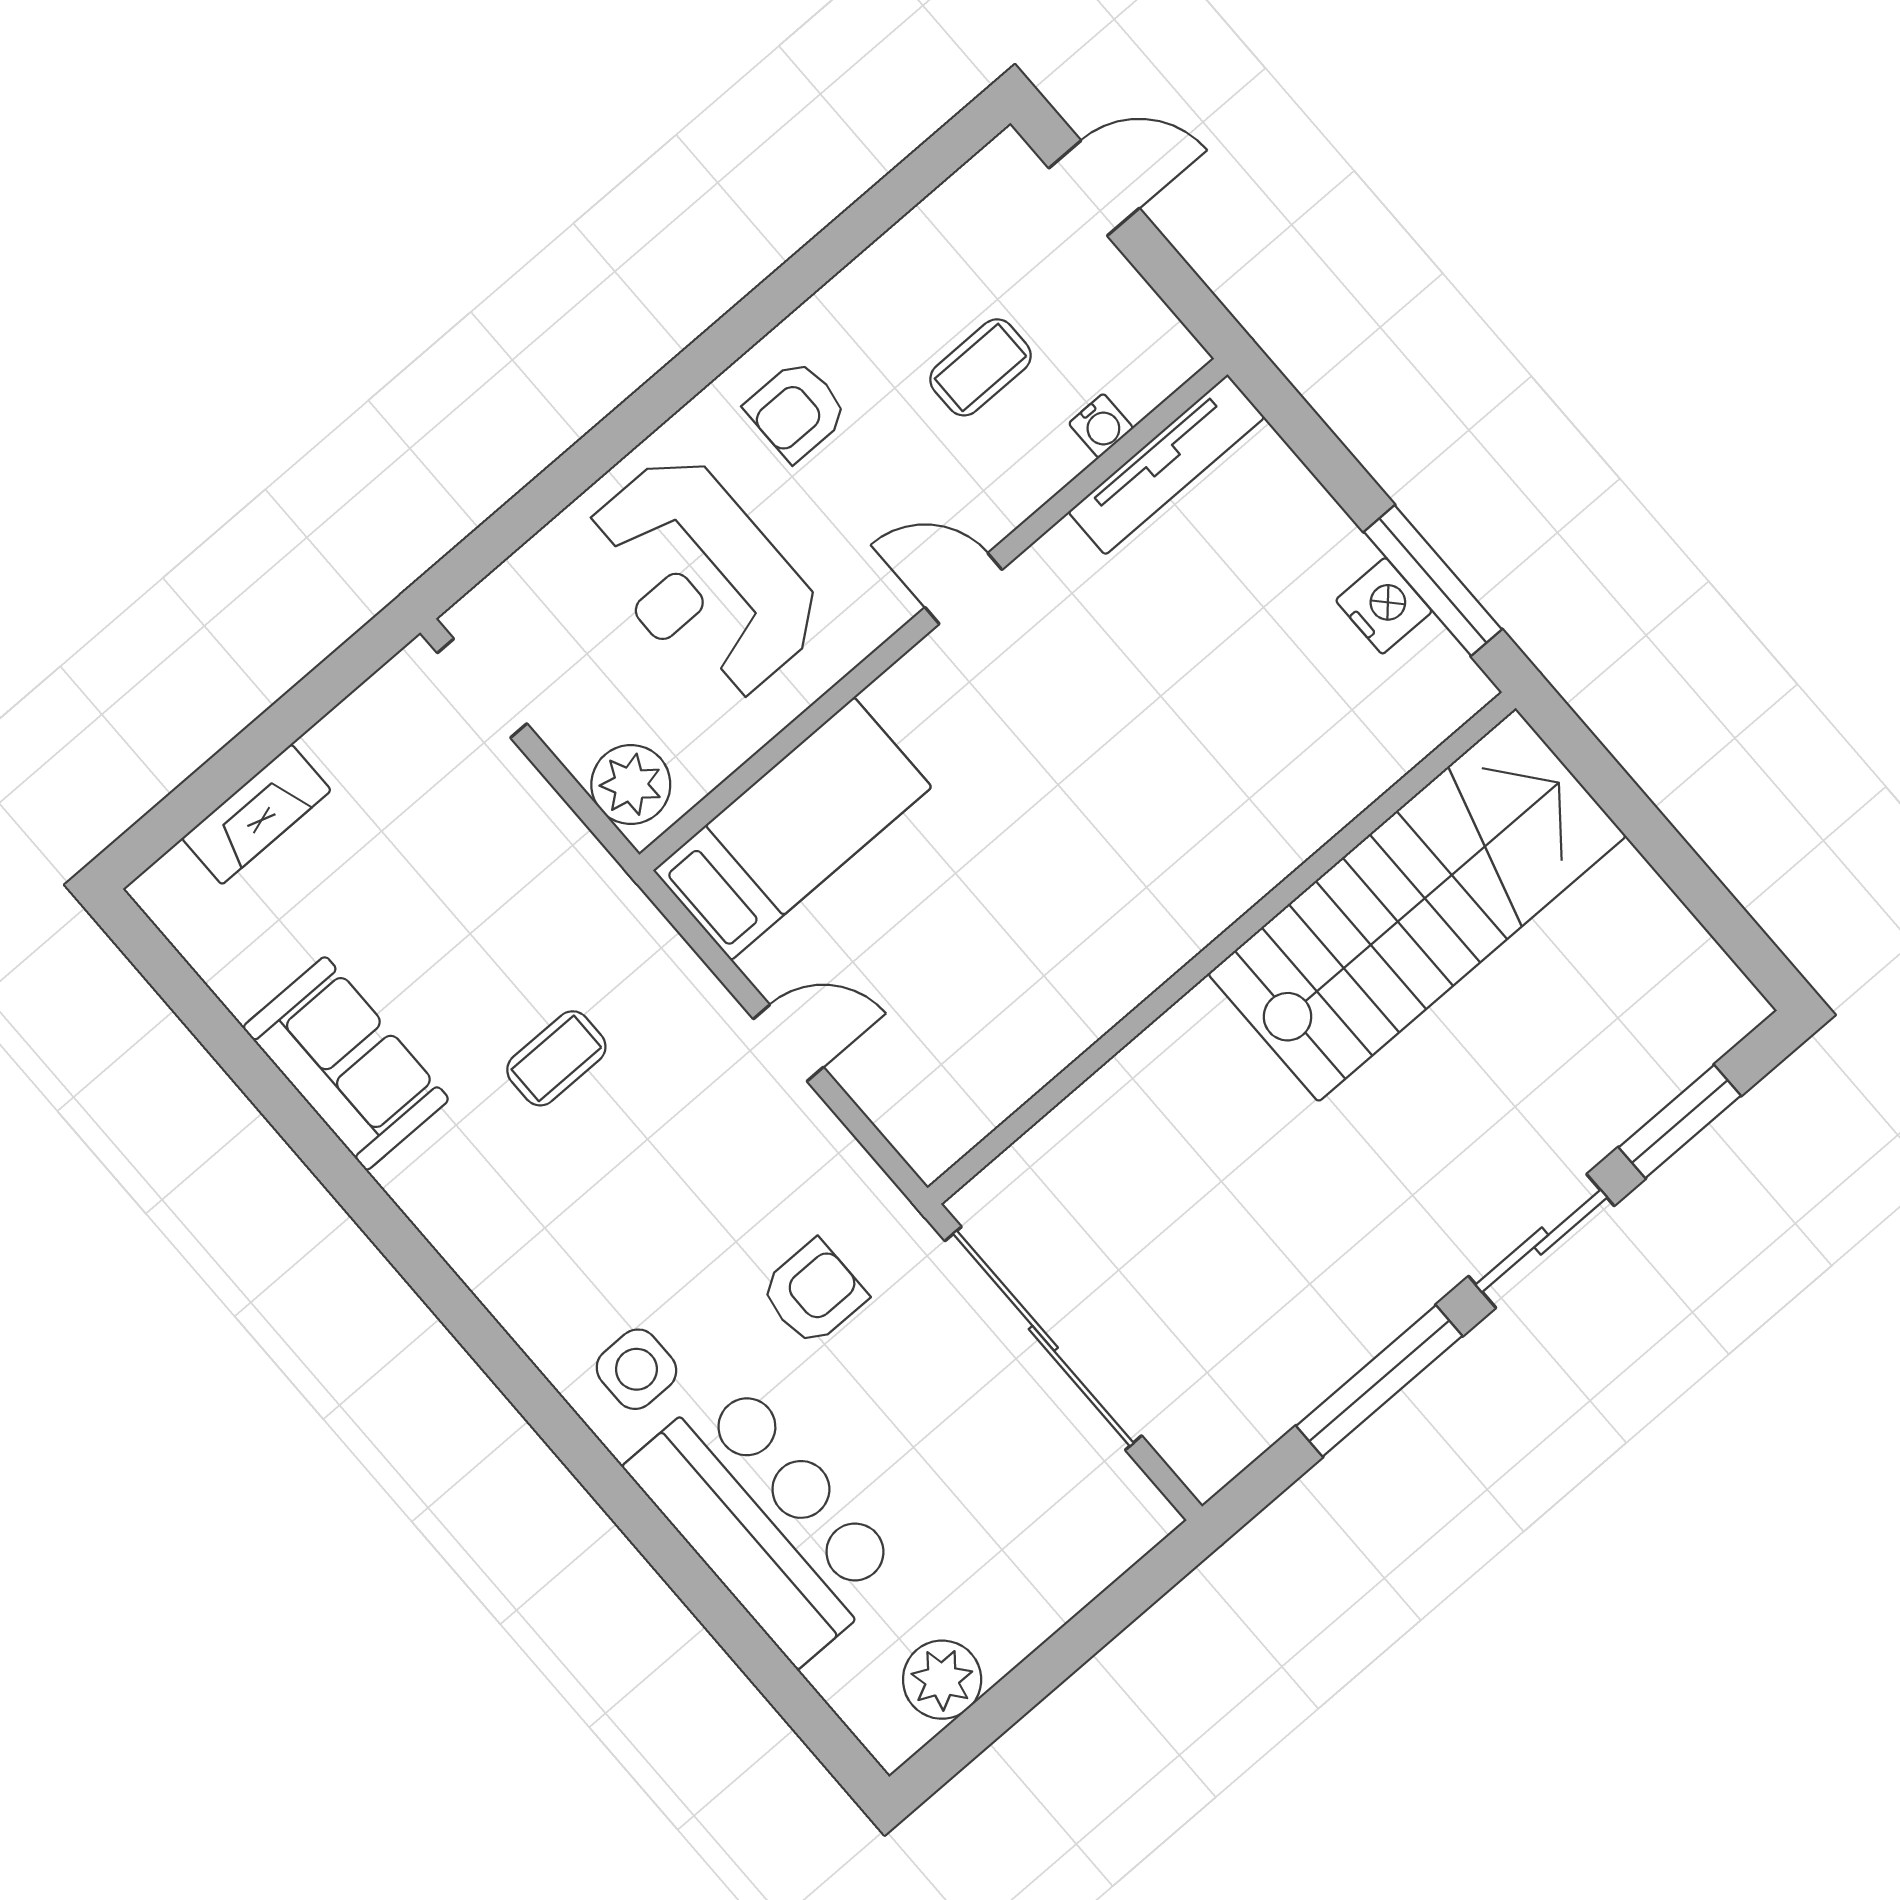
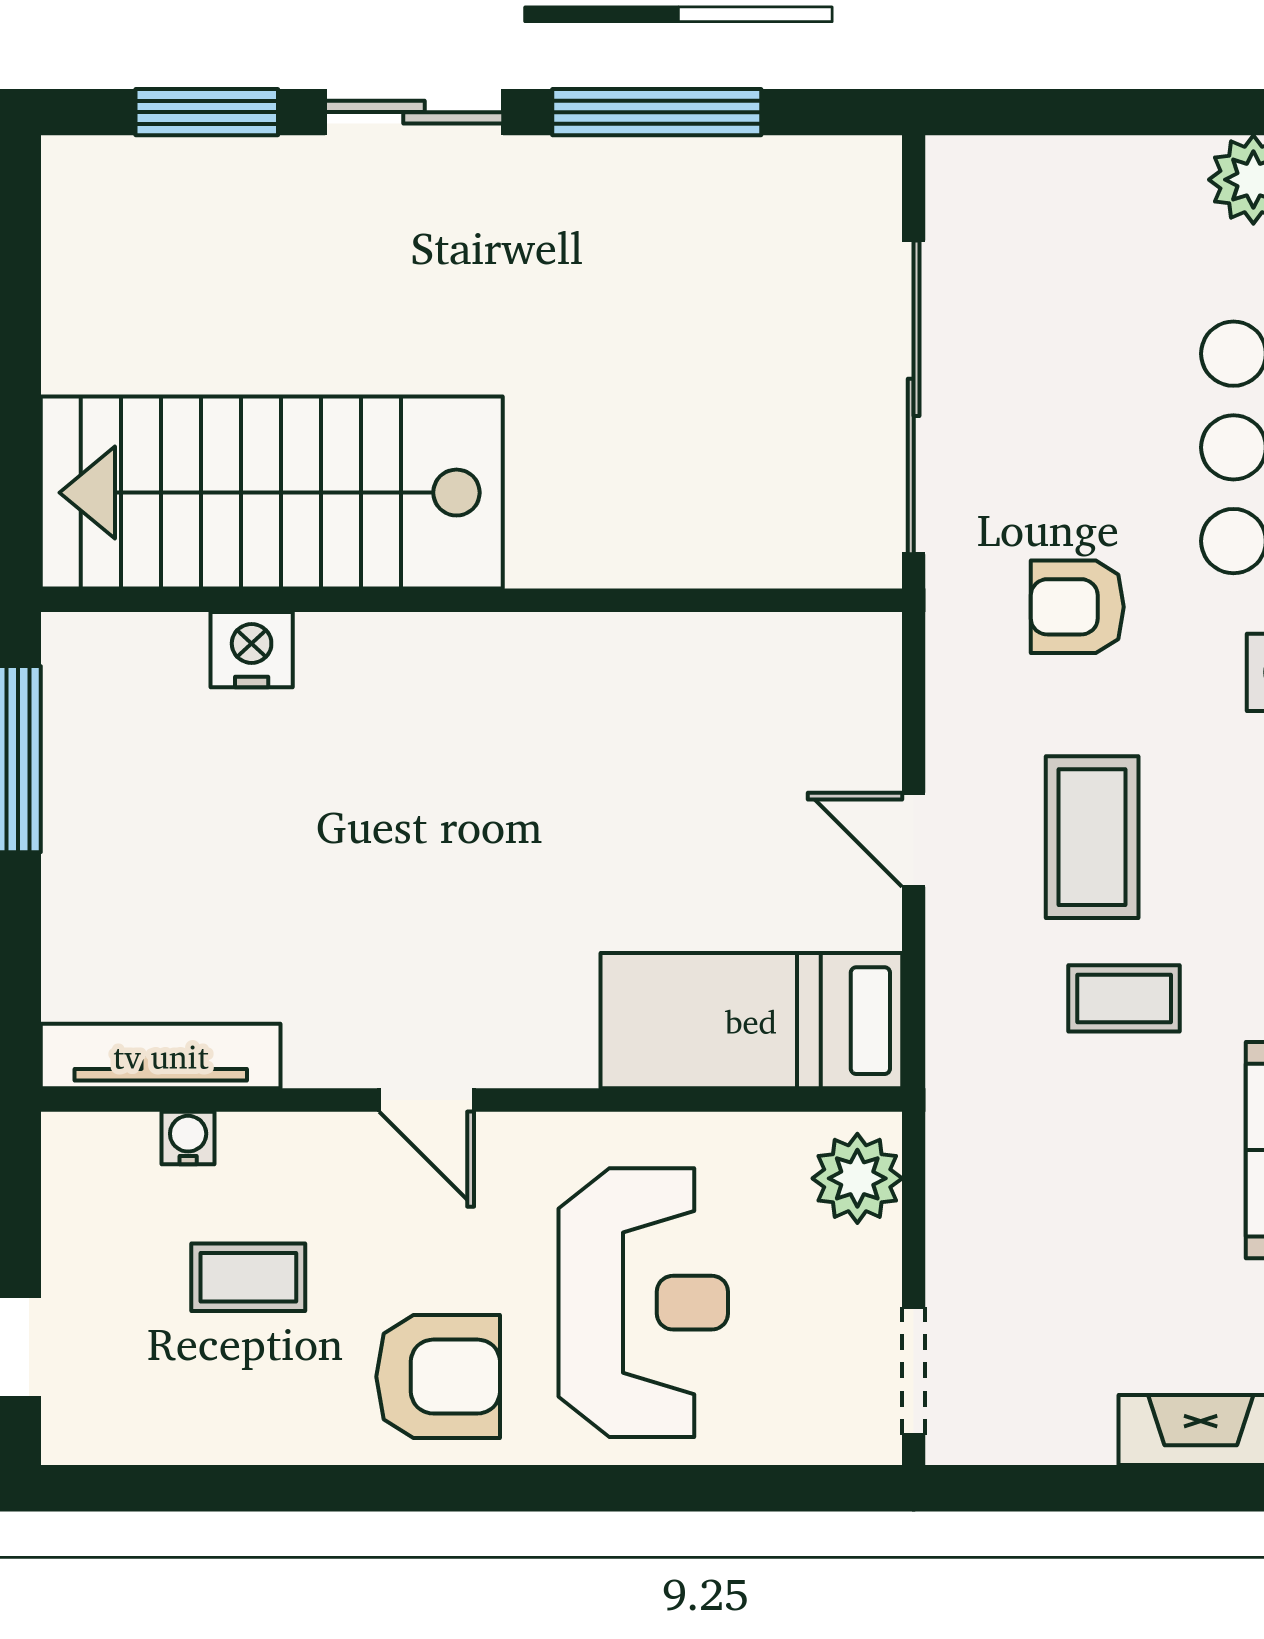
armchair: (796, 411) -> (438, 1377), width x1.38, depth x1.38
nightstand: (1384, 606) -> (252, 650), moved, turned 90
coffee table: (671, 1148) -> (1092, 837), added

